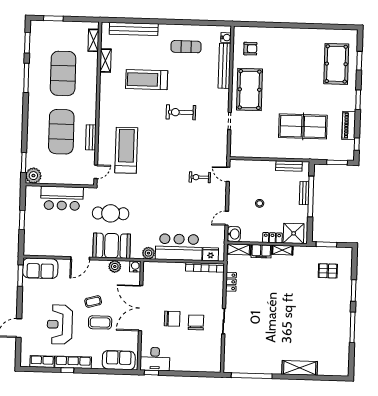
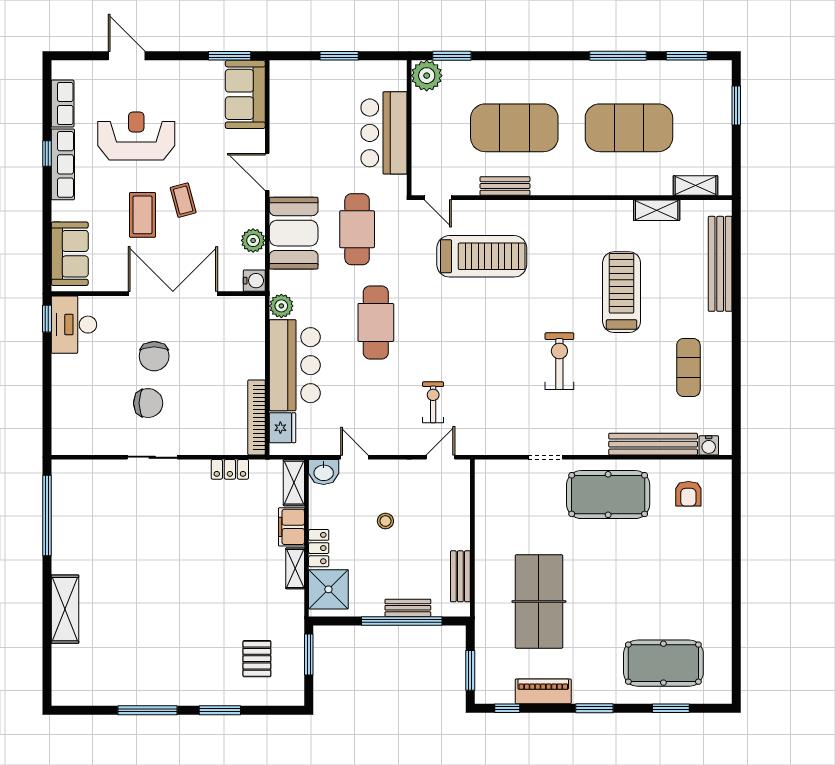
cafe table: (158, 205) -> (376, 322), added

